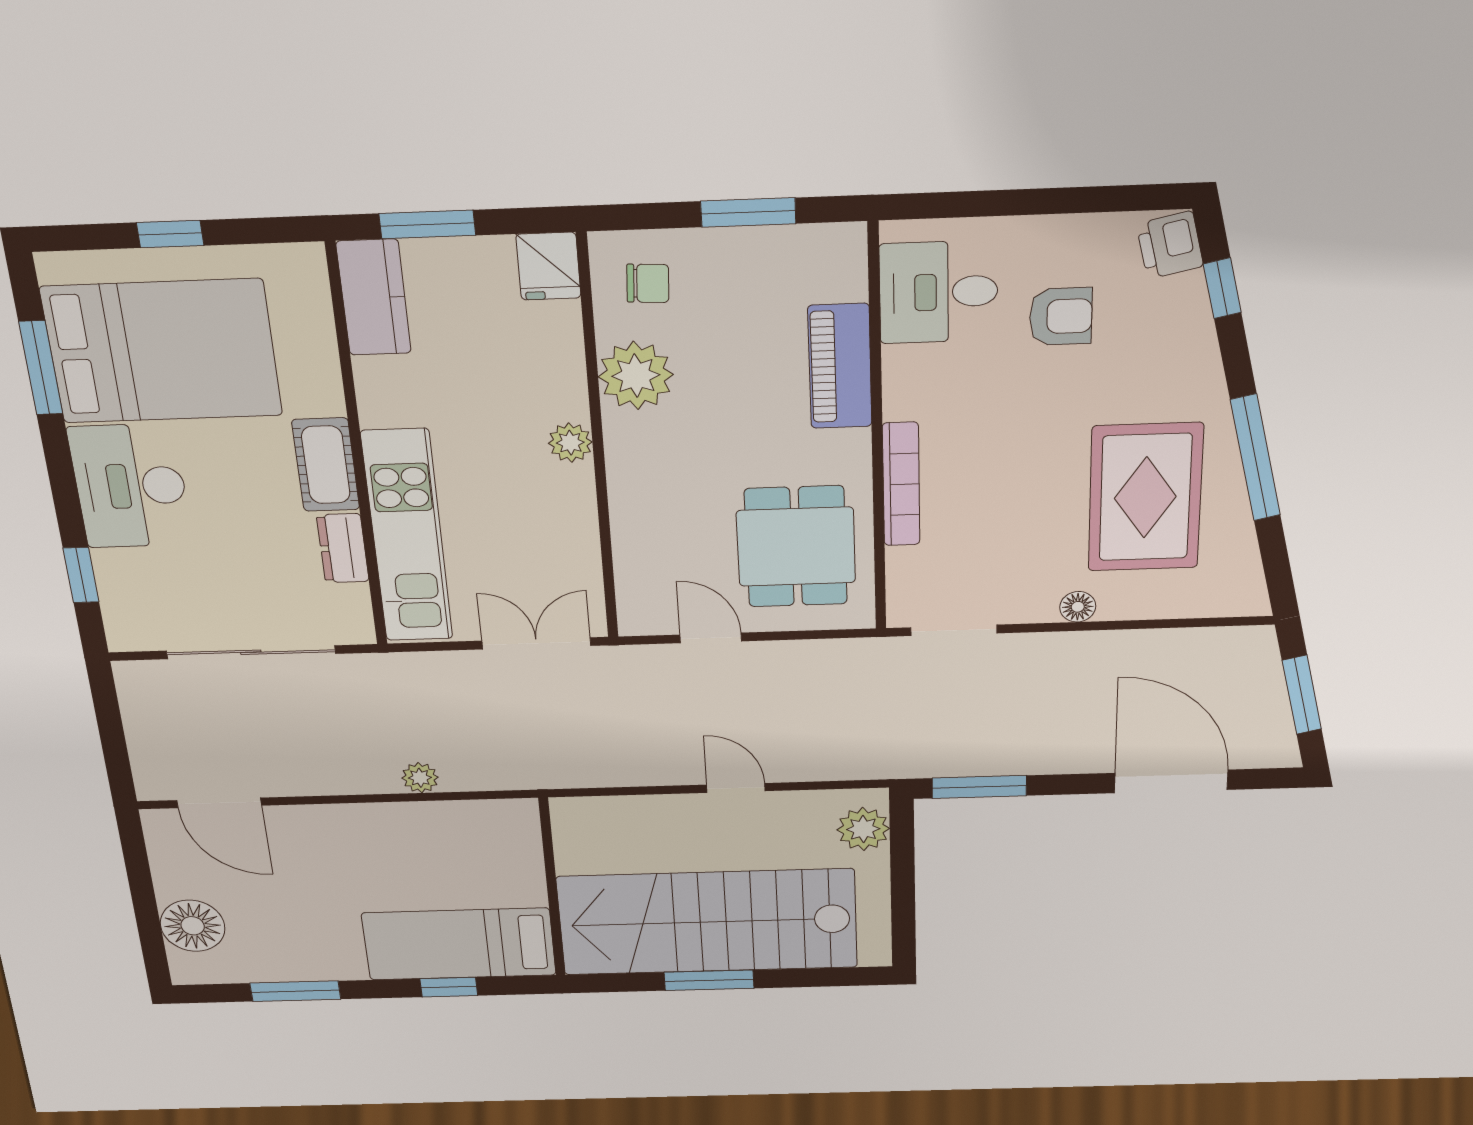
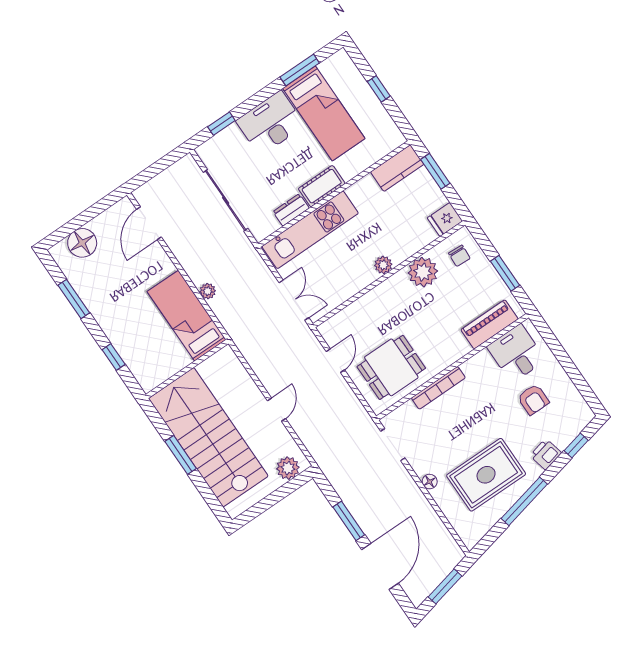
printer: (1170, 245) -> (546, 454), moved
bed: (162, 351) -> (324, 113), width x0.67
piano: (840, 366) -> (490, 324), moved
window: (979, 787) -> (349, 521), moved
bed: (459, 944) -> (187, 316), moved

